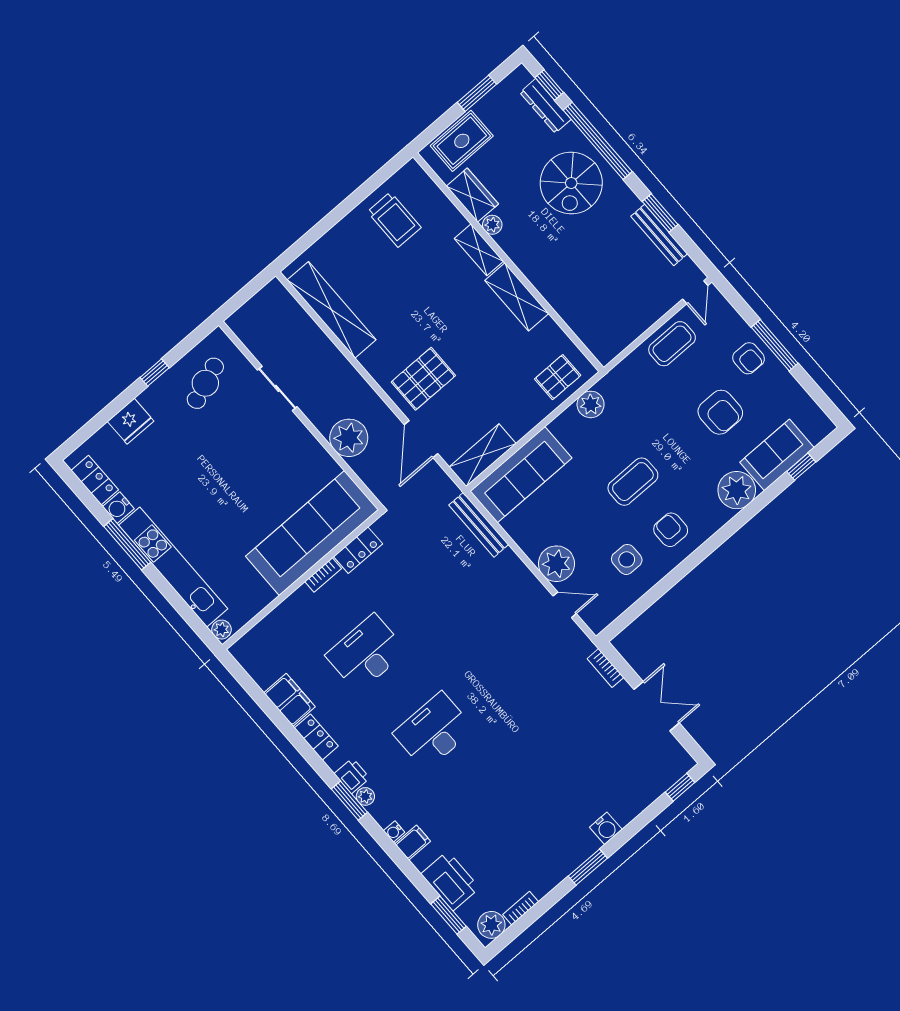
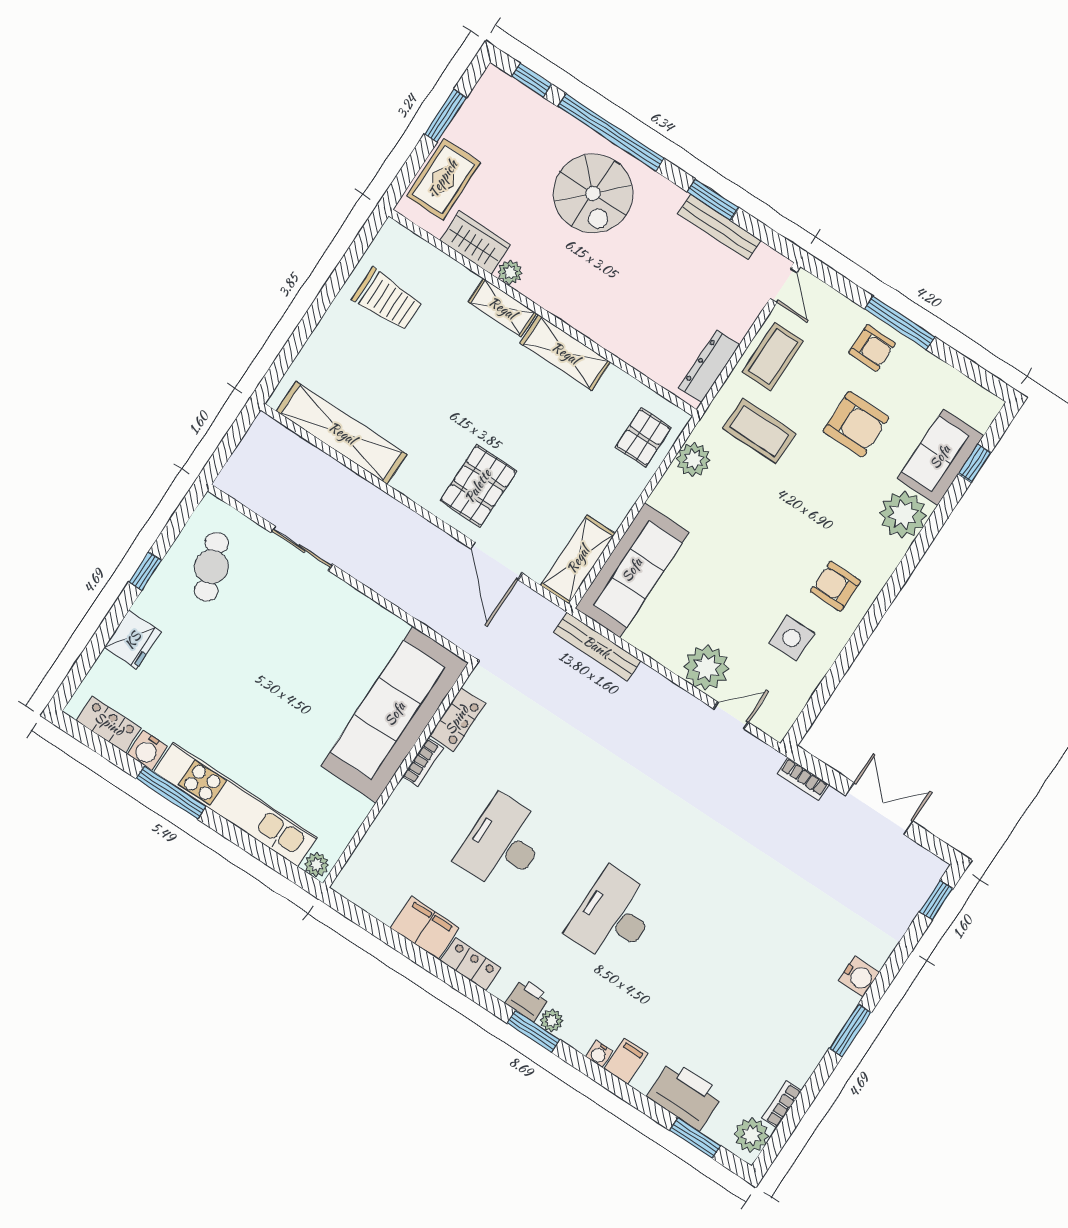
dresser: (545, 106) -> (709, 366), moved, turned 90
plant: (349, 438) -> (407, 584), removed
coffee table: (633, 482) -> (759, 431), moved, turned 90

